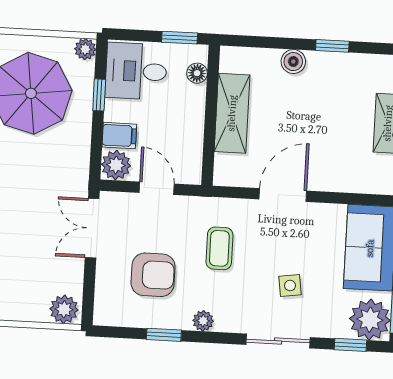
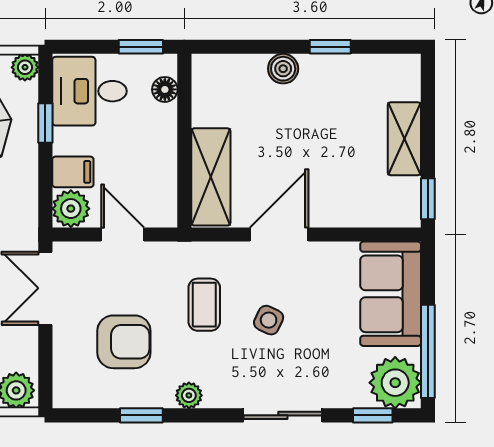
shelving: (232, 113) -> (211, 177), moved
side table: (290, 286) -> (269, 320), moved, turned 33

